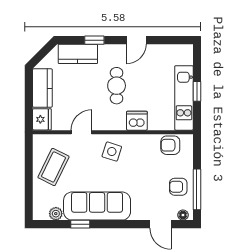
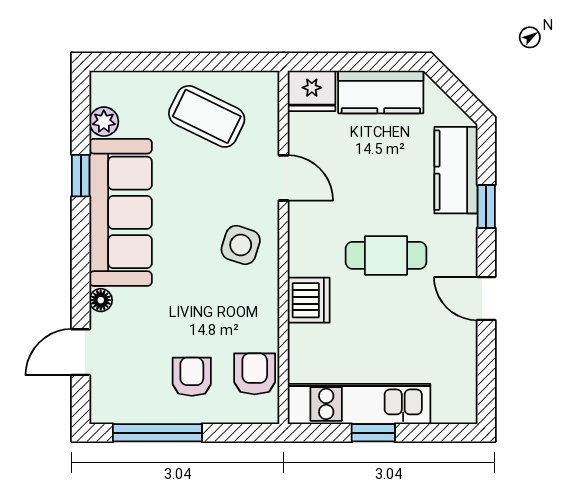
armchair: (178, 187) -> (192, 377), moved
floor lamp: (183, 215) -> (101, 300), moved

